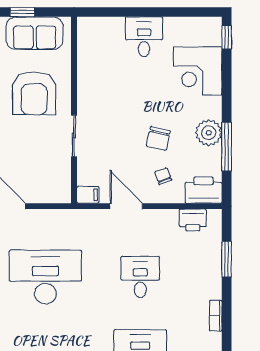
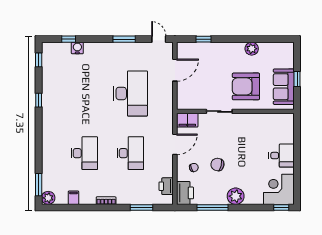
corner desk: (198, 71) -> (279, 189), moved
plant: (209, 133) -> (236, 196), moved
filing cabinet: (88, 195) -> (187, 120), width x2.00
desk: (140, 277) -> (130, 153), width x1.37

